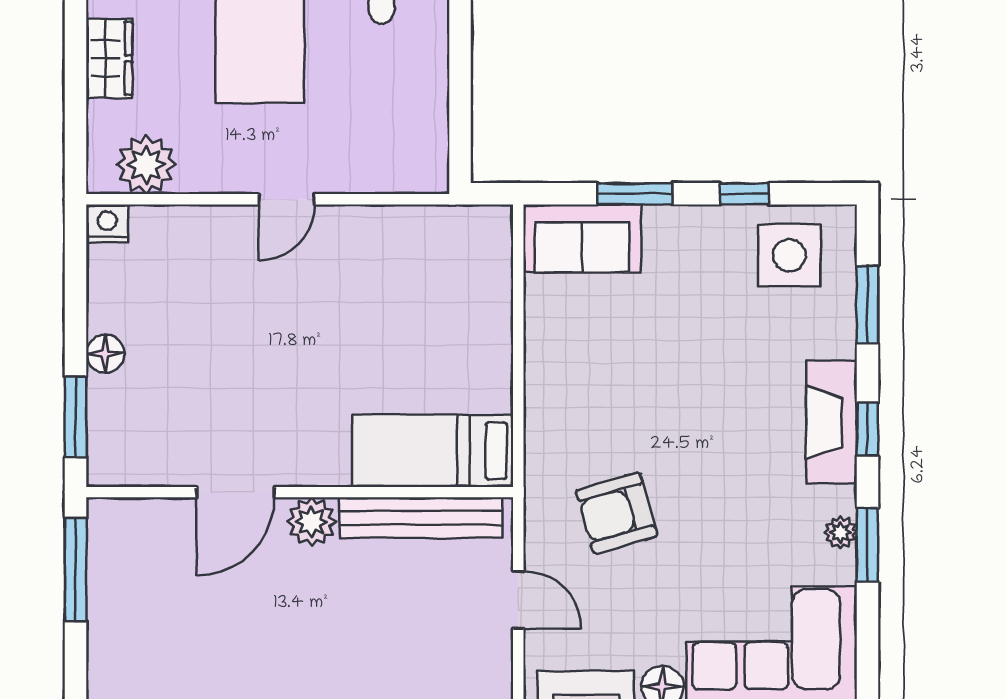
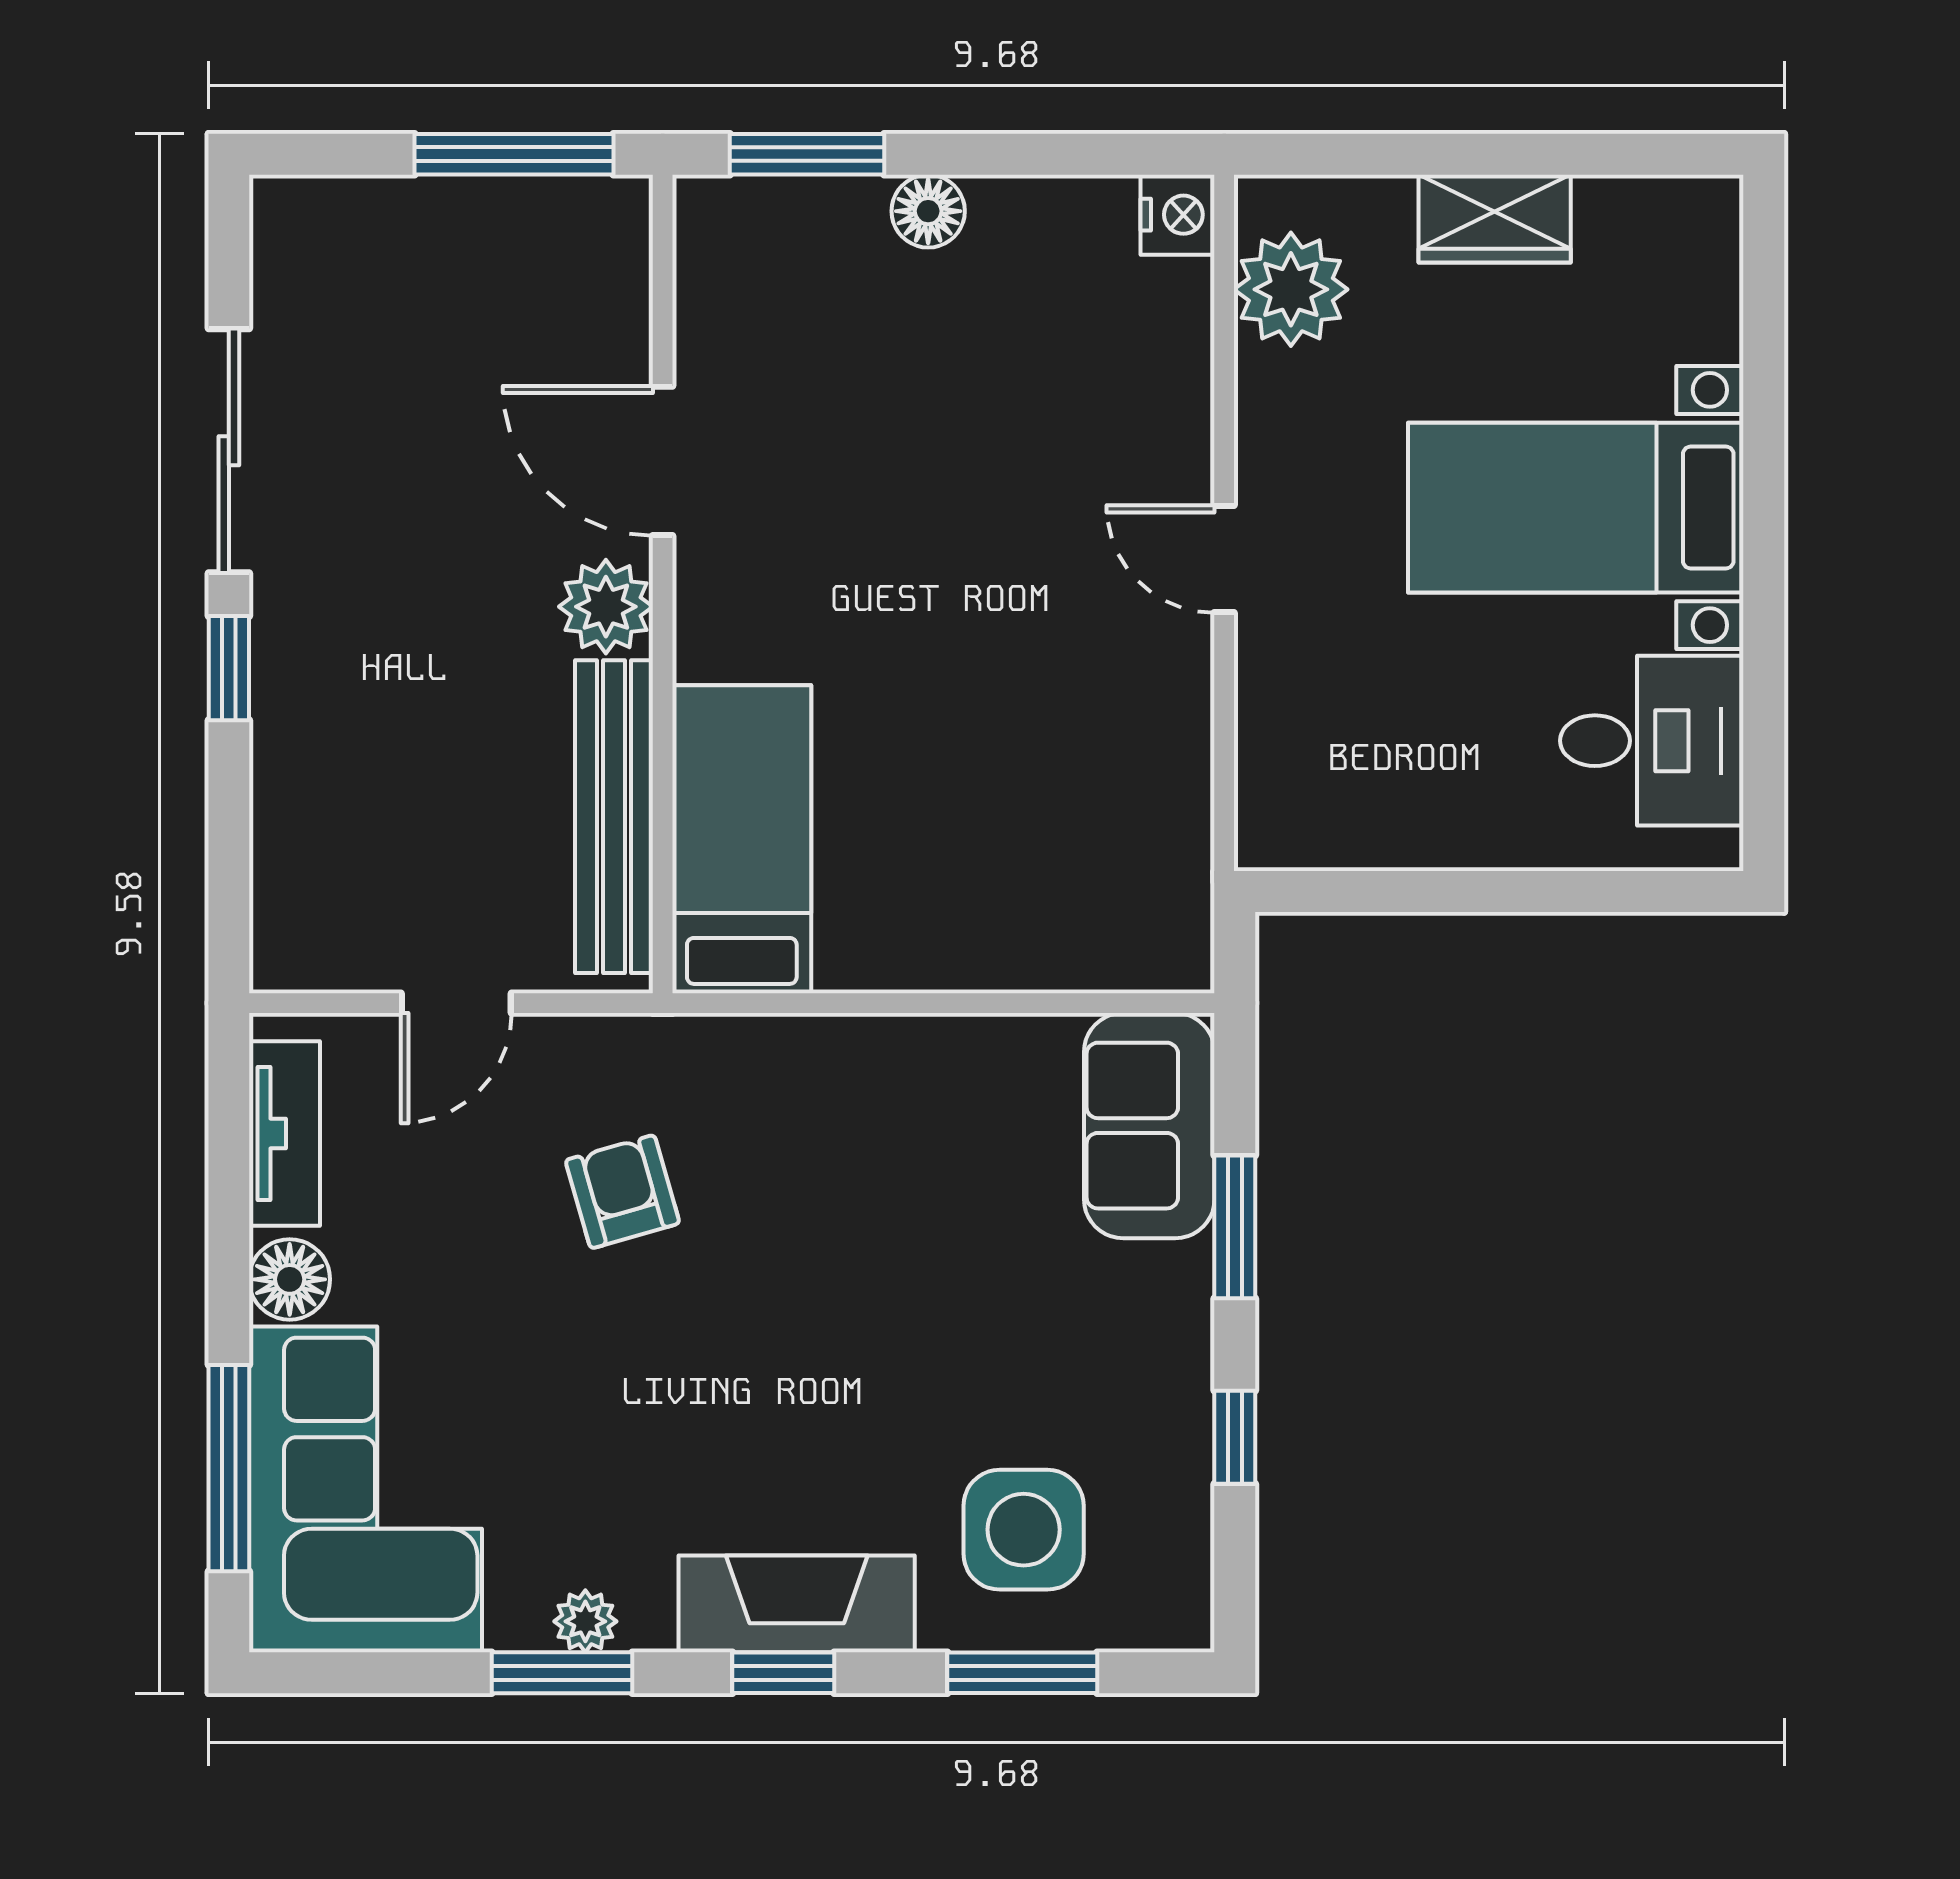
side table: (789, 255) -> (1024, 1530), moved
armchair: (617, 513) -> (622, 1192), width x0.72, depth x0.72

